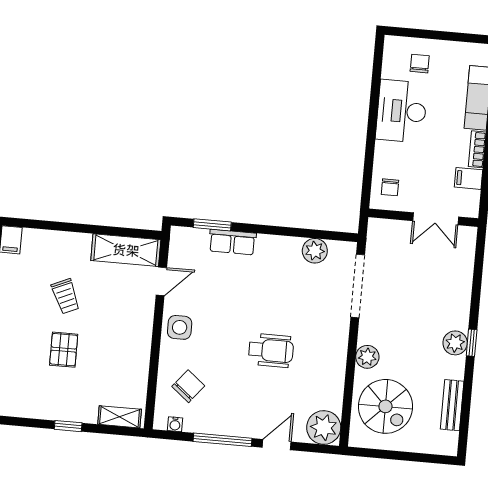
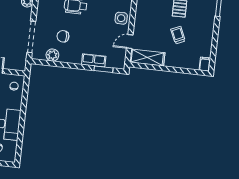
chair: (295, 289) -> (63, 36), added

